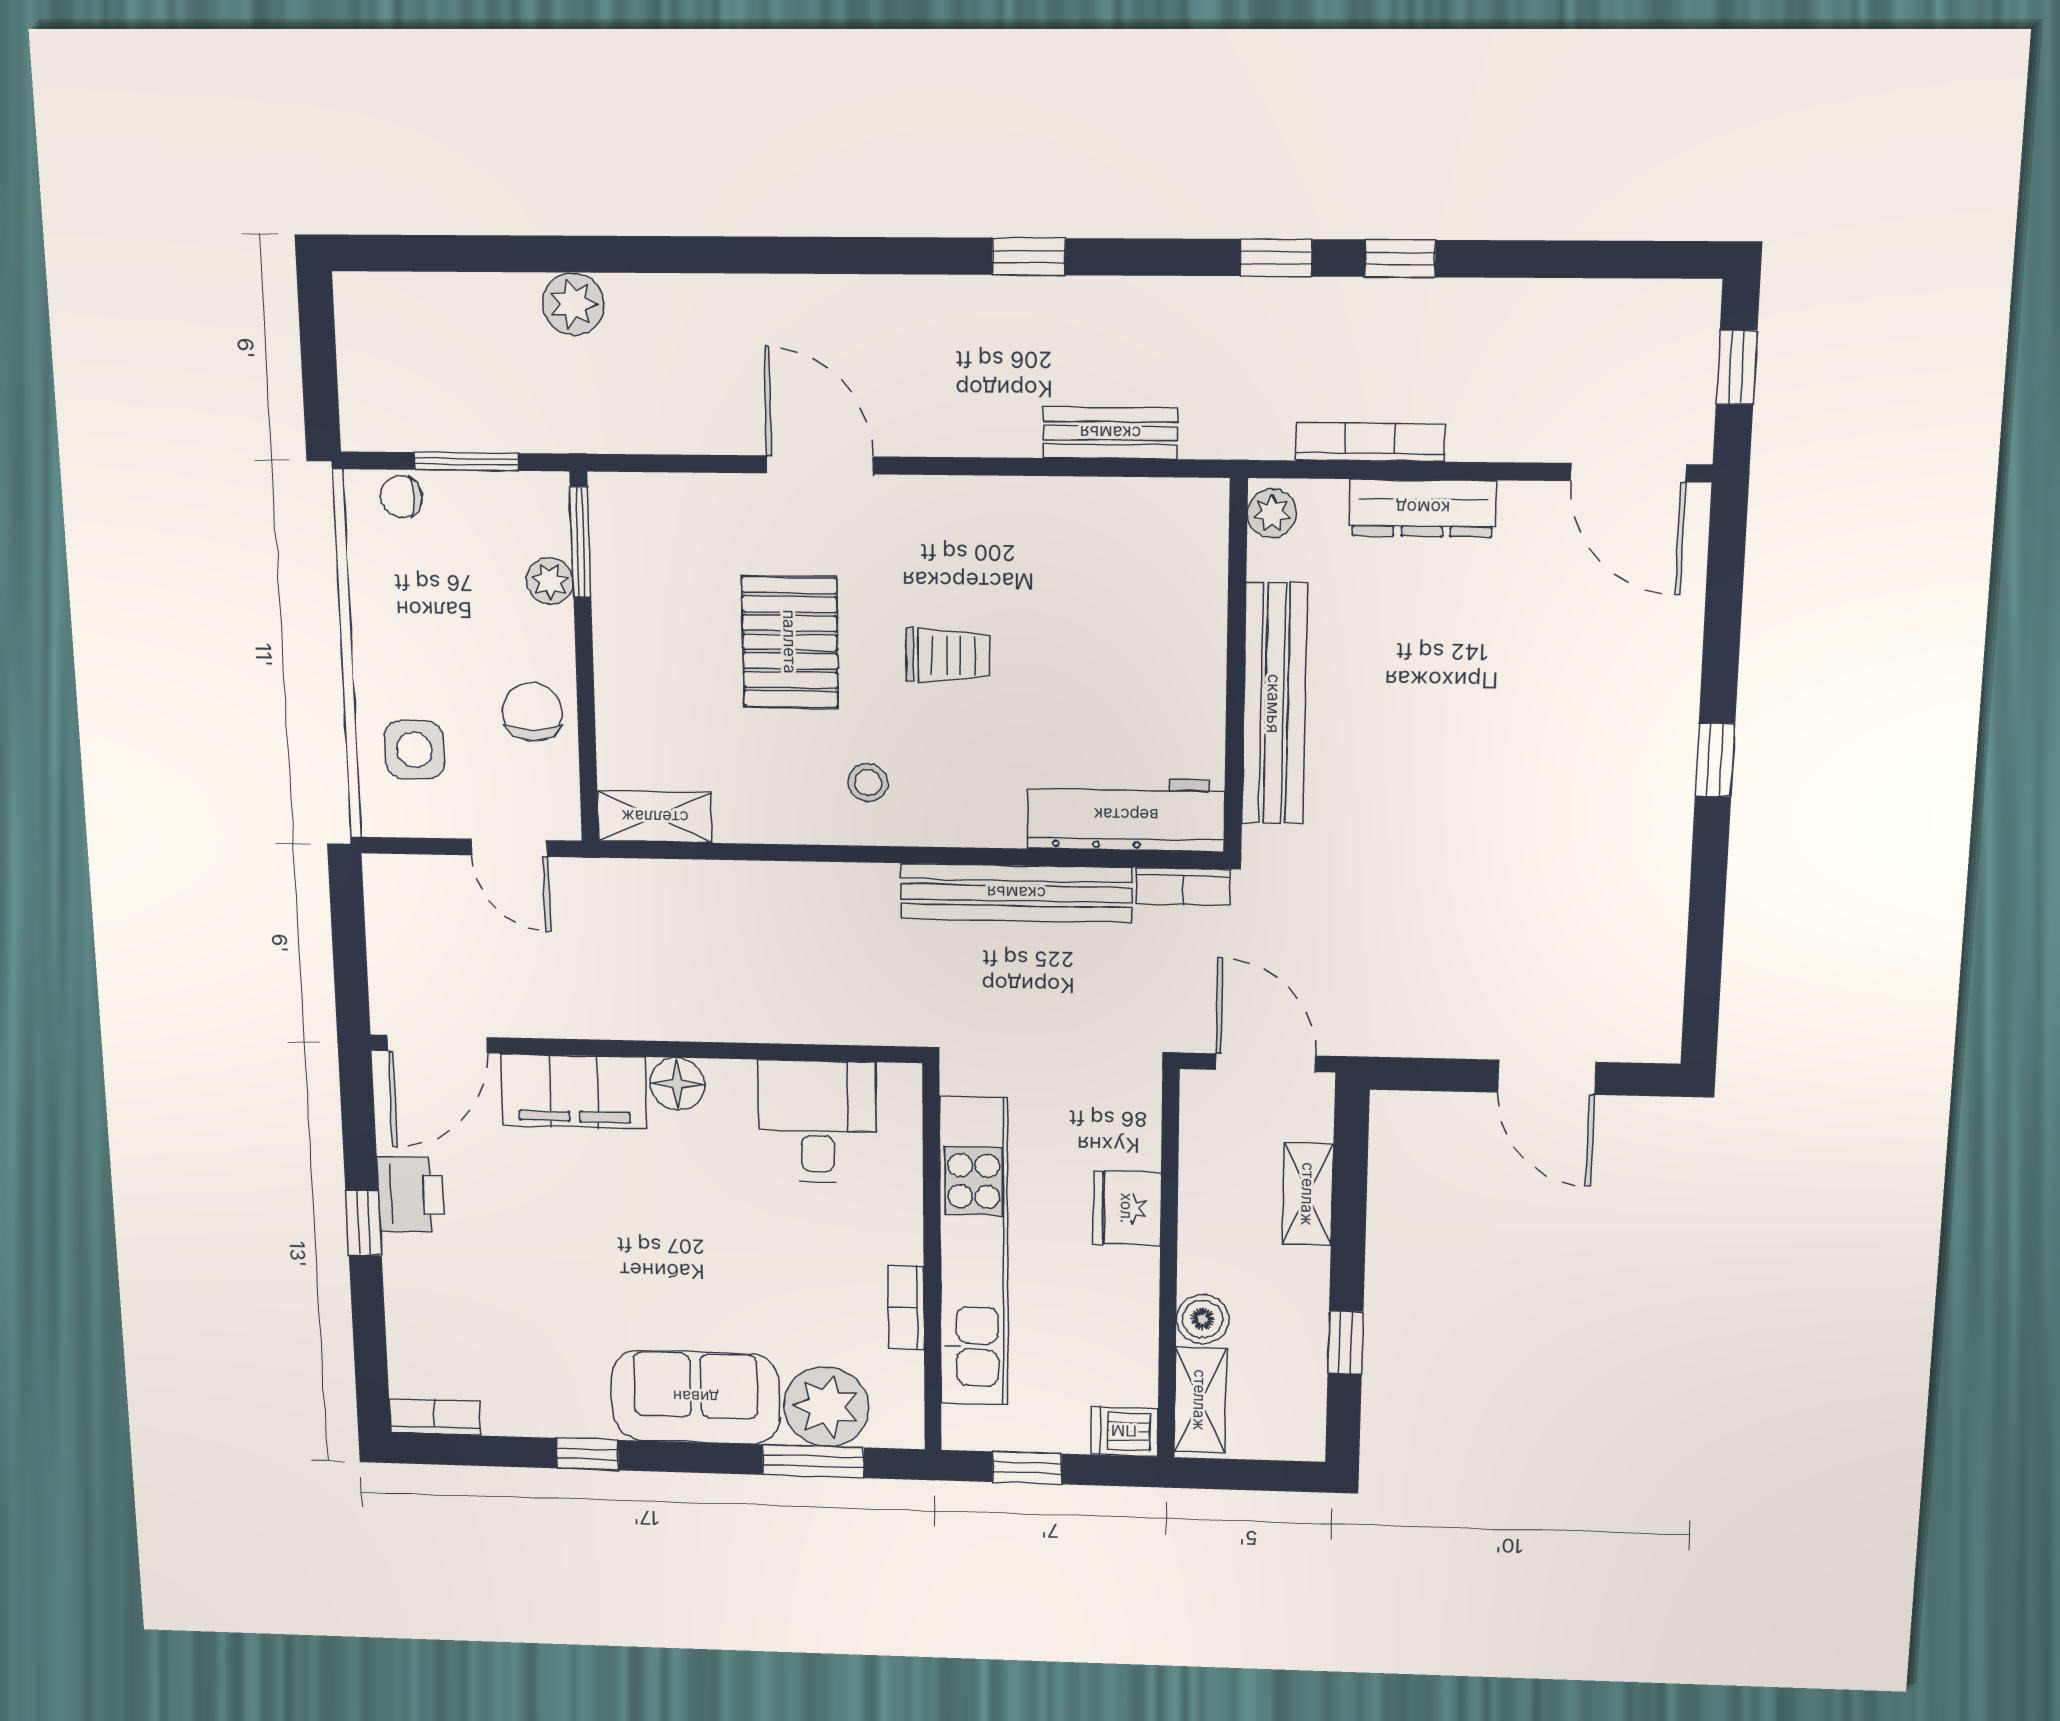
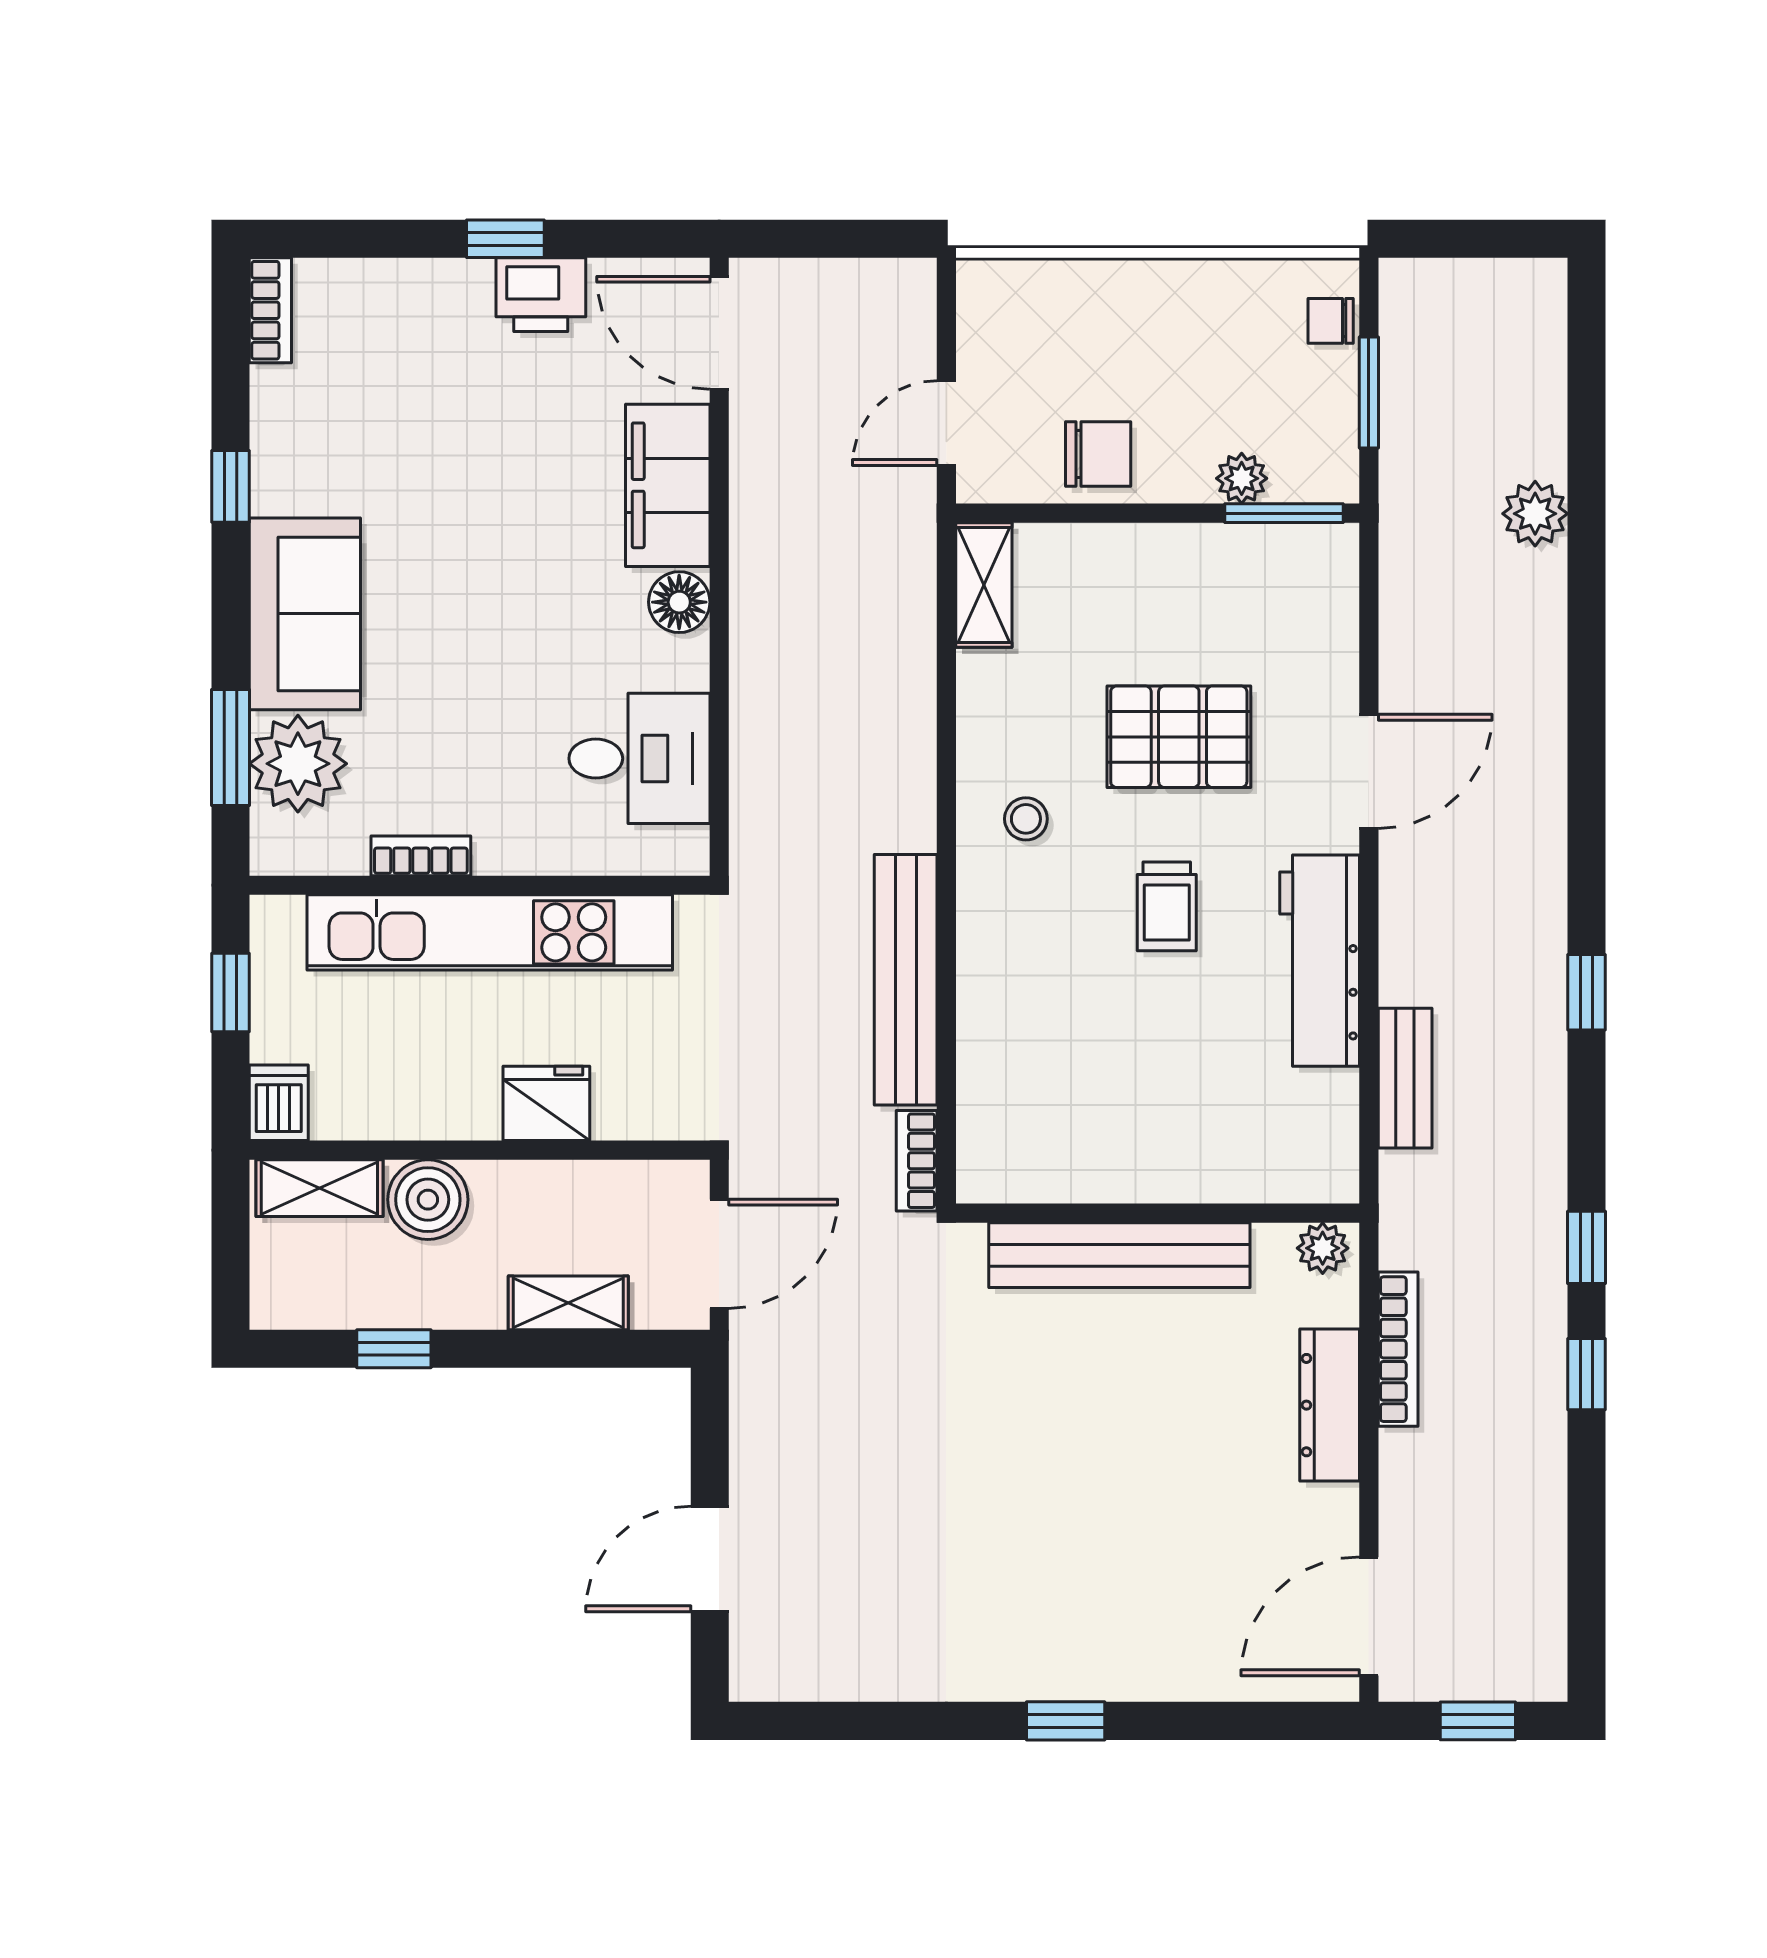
chair: (401, 497) -> (1331, 321), turned -90
side table: (414, 750) -> (1054, 322), removed
workbench: (1126, 815) -> (1320, 961), moved, turned 180
boiler: (1202, 1319) -> (428, 1200), width x1.36, depth x1.36

